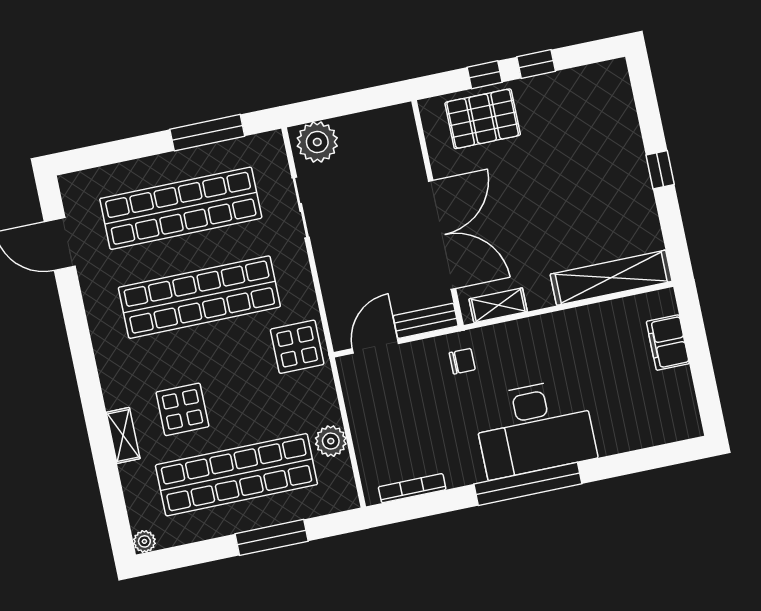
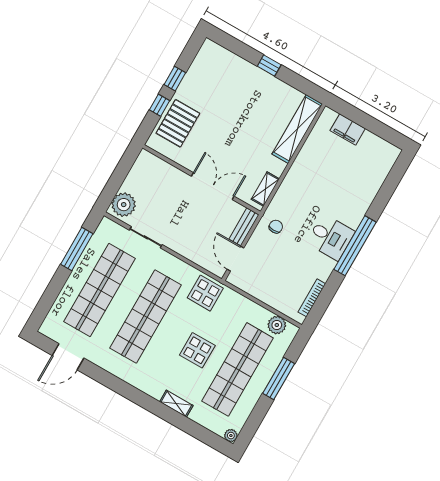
double door: (442, 235) -> (213, 186), width x0.73
display table: (182, 409) -> (197, 350), moved
desk: (535, 428) -> (331, 237), width x0.53, depth x0.77
plant: (331, 441) -> (277, 325), moved

